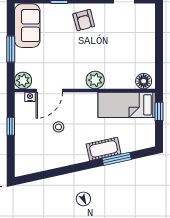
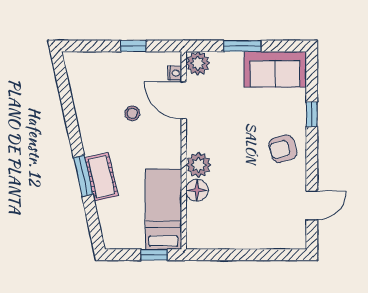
floor lamp: (144, 81) -> (197, 190), moved
window: (117, 159) -> (83, 176), moved

